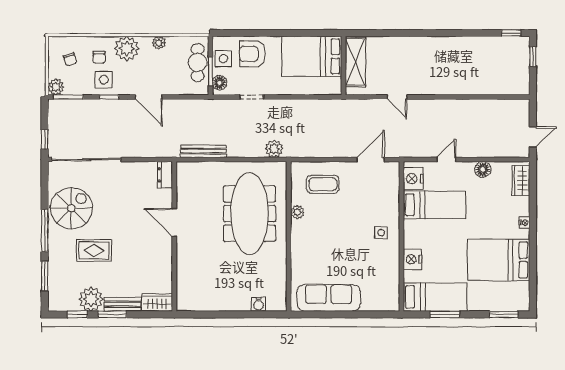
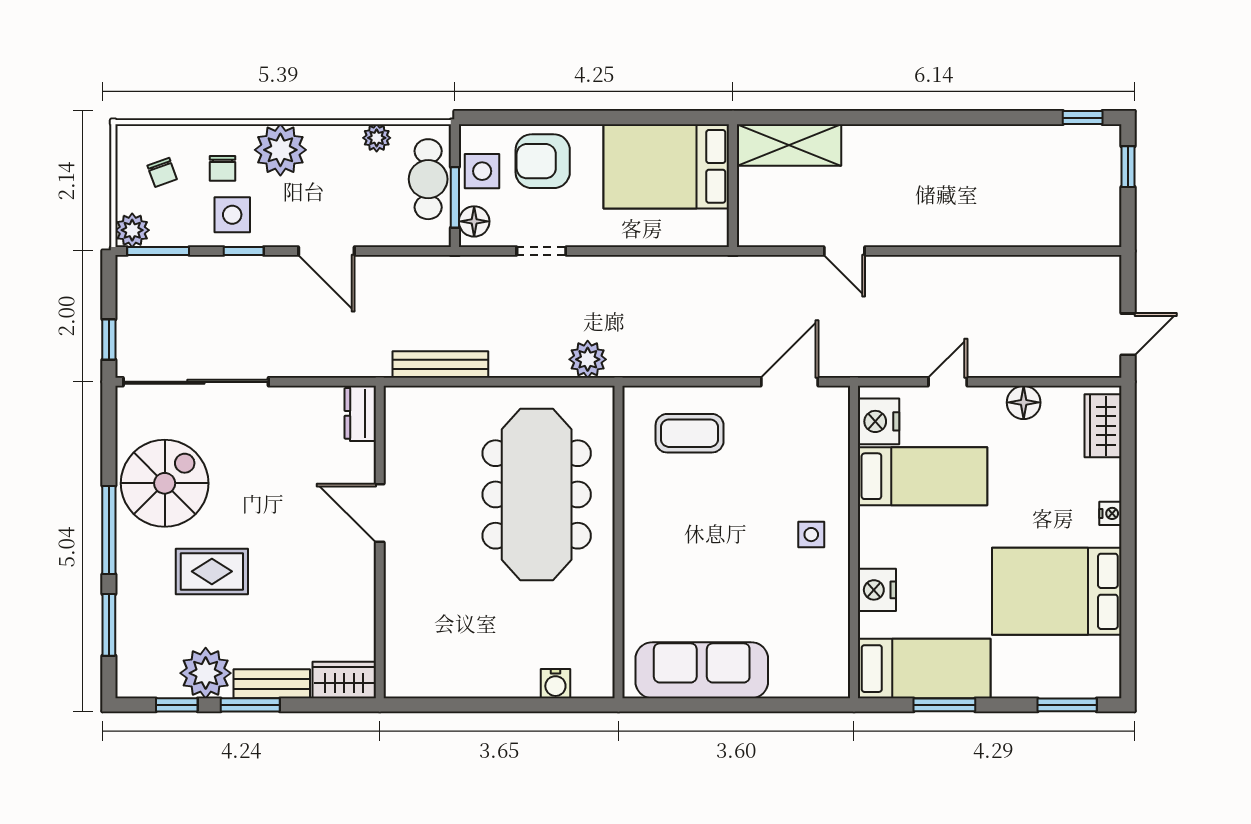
plant: (159, 43) -> (377, 138), moved
shelving: (355, 62) -> (789, 145), moved, turned 90
plant: (297, 212) -> (636, 492), removed

